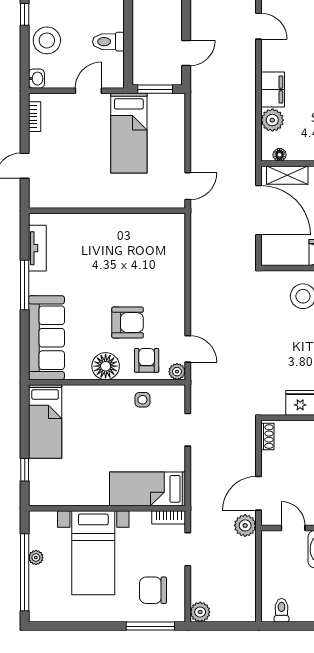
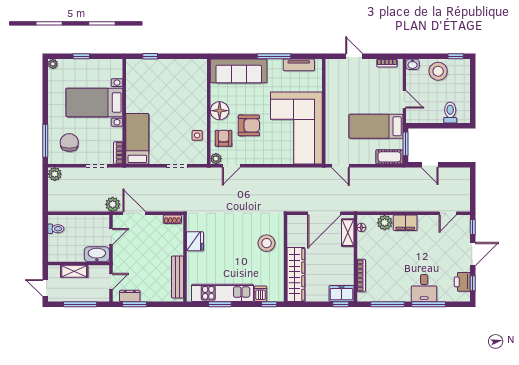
toilet: (108, 42) -> (450, 113), moved
cot: (174, 113) -> (389, 157), added
corner sofa: (131, 252) -> (296, 128), added
armchair: (128, 323) -> (249, 125), turned -90
armchair: (147, 360) -> (223, 138), turned -90
bed: (45, 421) -> (183, 70), removed
plant: (36, 558) -> (53, 64), moved
window: (25, 572) -> (81, 56), width x0.32

